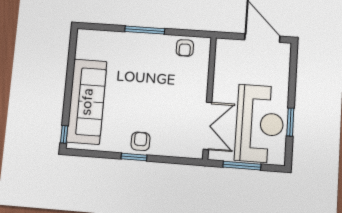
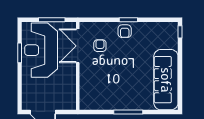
armchair: (185, 48) -> (100, 46), moved
sofa: (87, 102) -> (166, 80), moved

